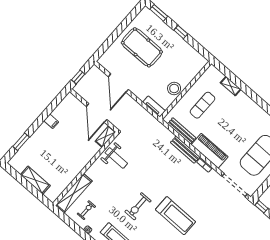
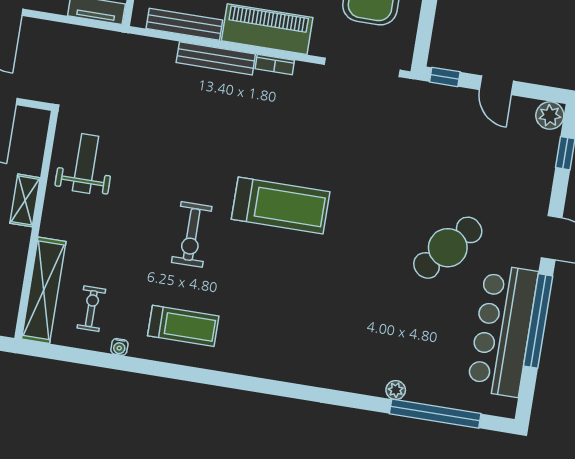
shelving: (105, 137) -> (25, 200), moved
weight bench: (116, 158) -> (86, 164), turned -90

